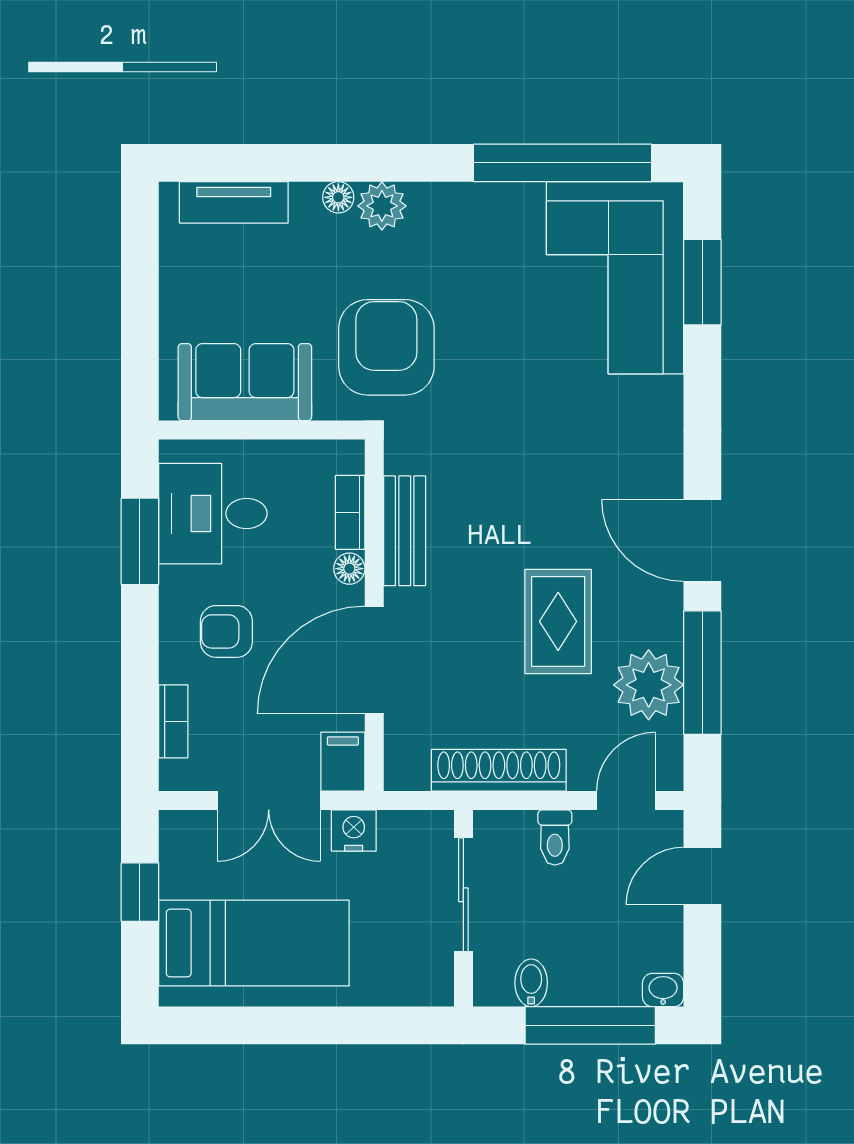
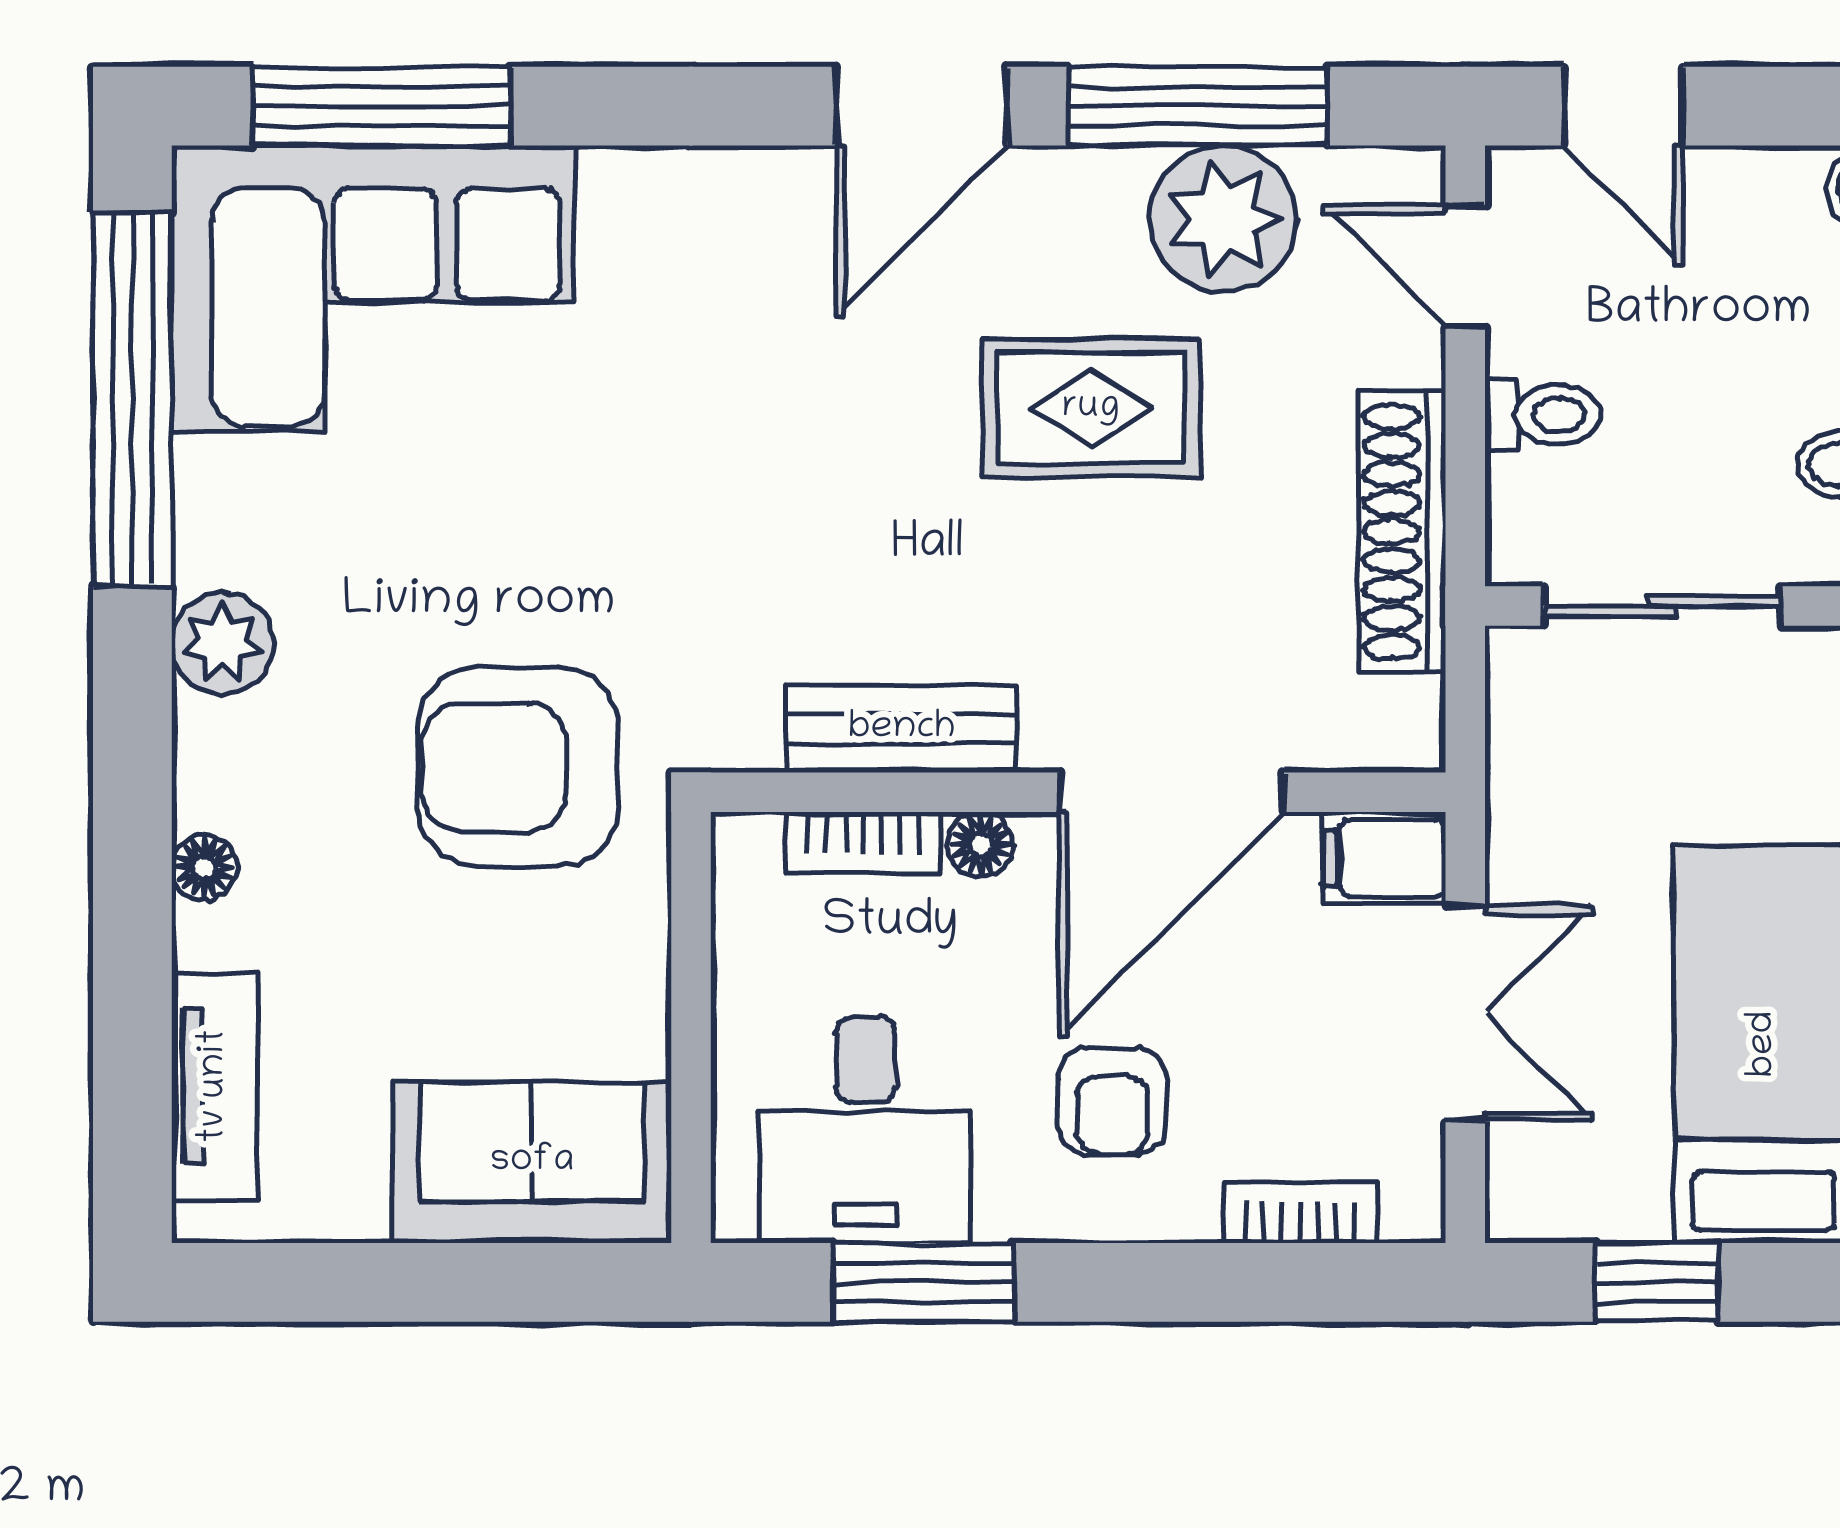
plant: (382, 206) -> (222, 644), moved
window: (702, 282) -> (382, 106), width x1.44
sofa: (245, 382) -> (532, 1162), moved, turned 90
door: (374, 660) -> (1172, 792), hinge flipped
nightstand: (354, 830) -> (1528, 835), removed

